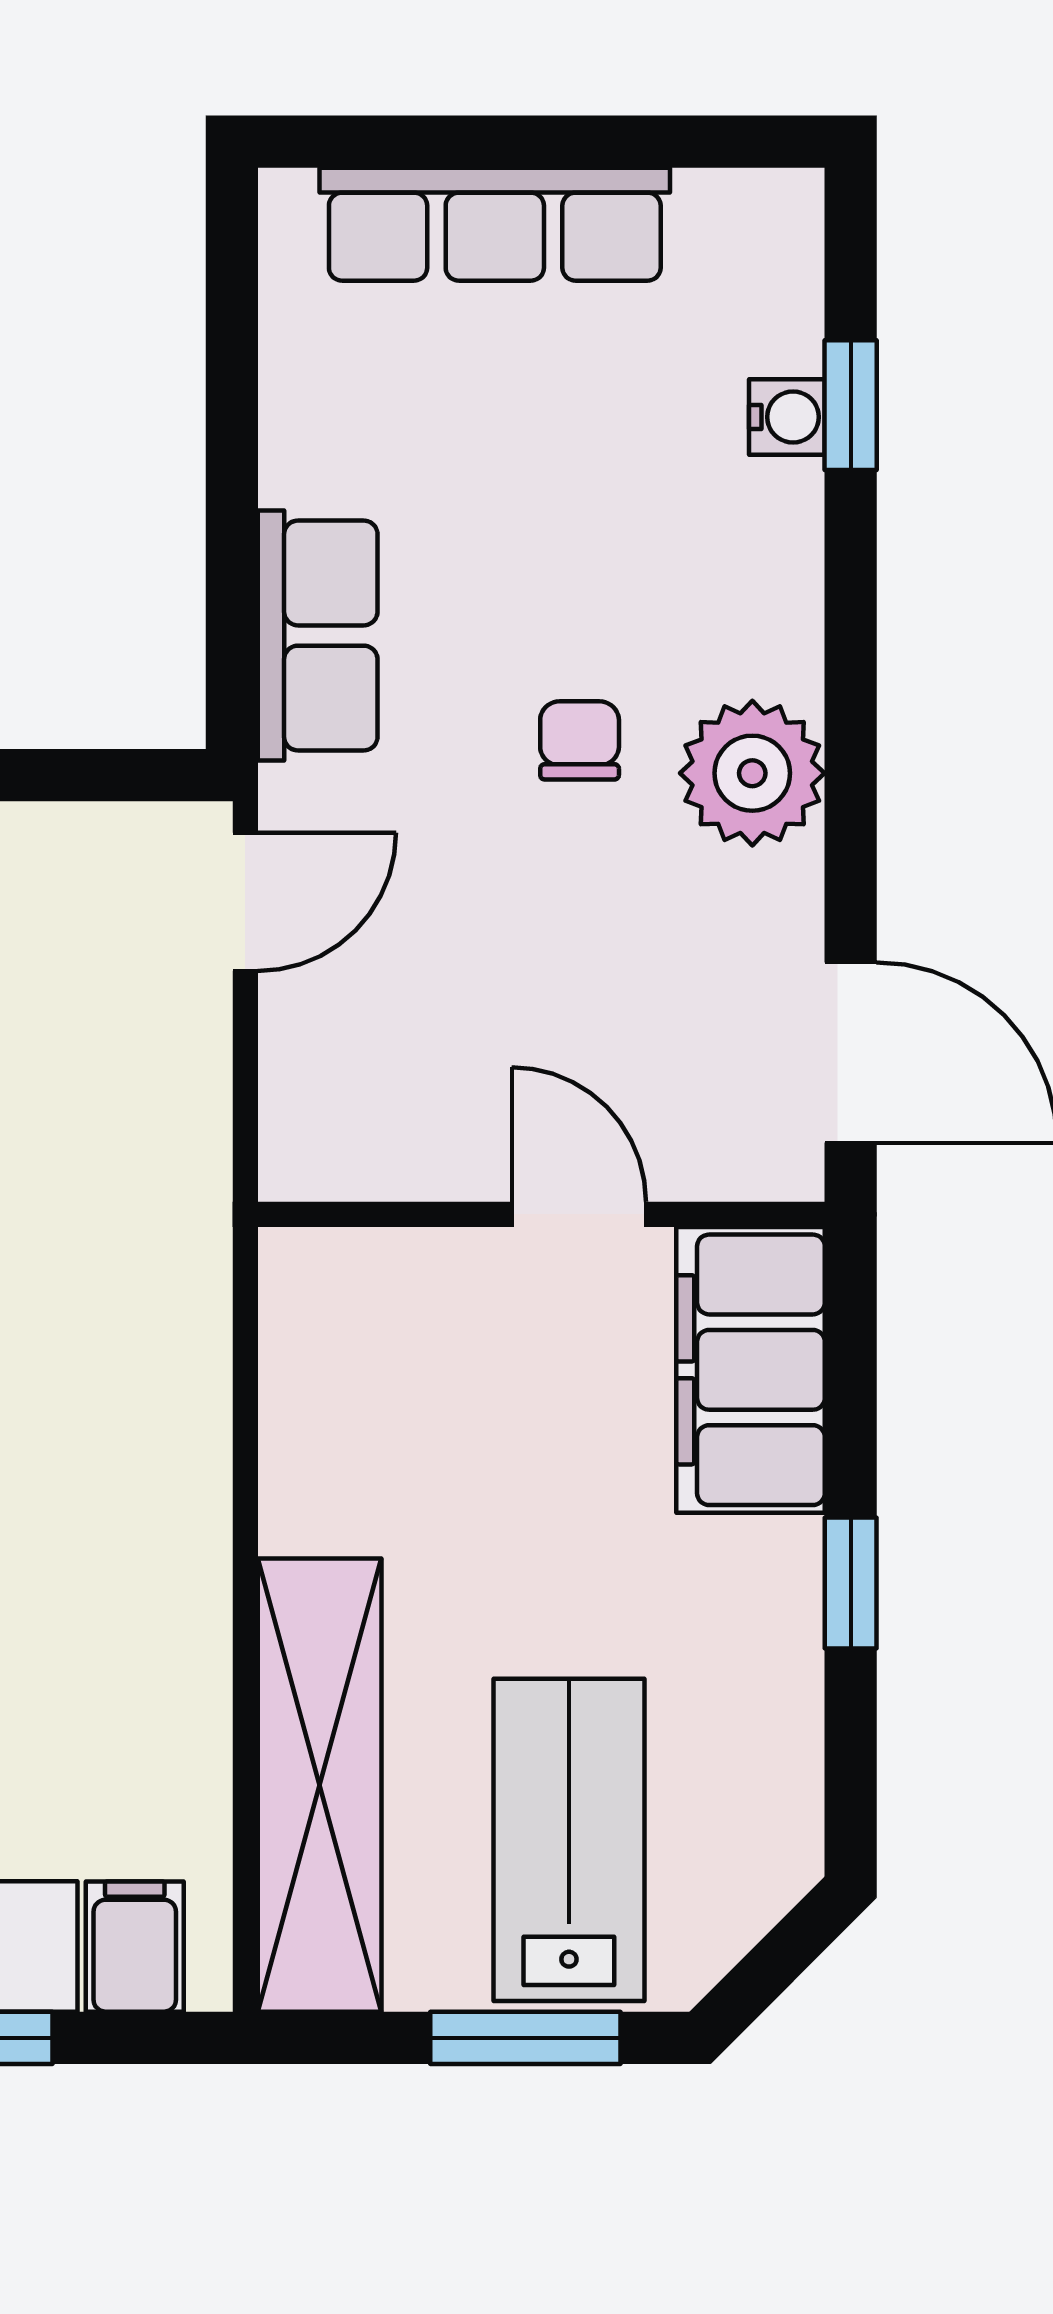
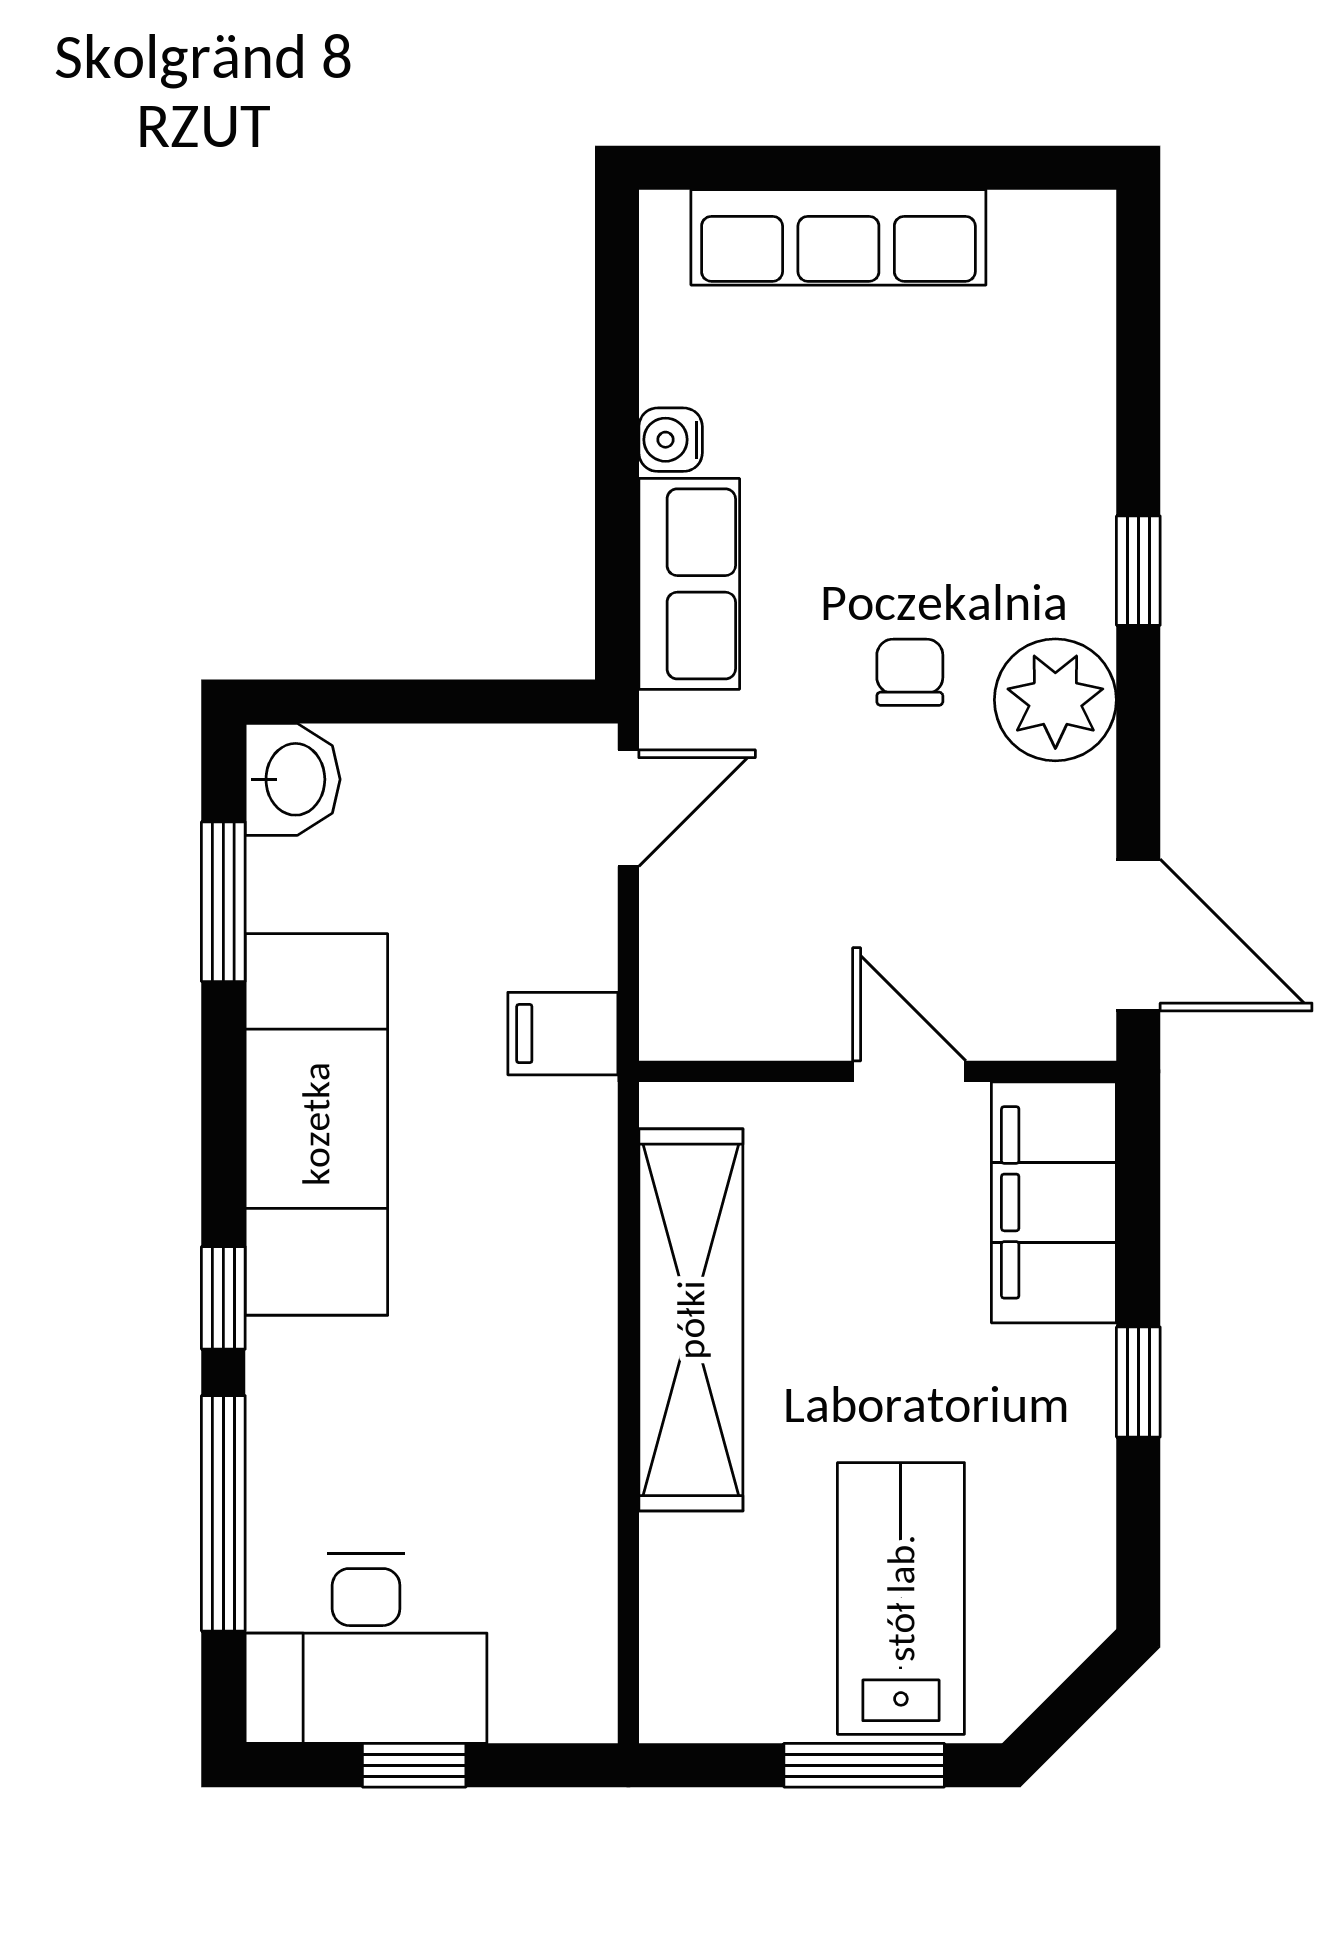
window: (851, 405) -> (1138, 571), moved
water cooler: (787, 417) -> (671, 440), moved, turned 180
shelving: (320, 1785) -> (691, 1320), moved
filing cabinet: (135, 1947) -> (563, 1034), moved, turned -90

